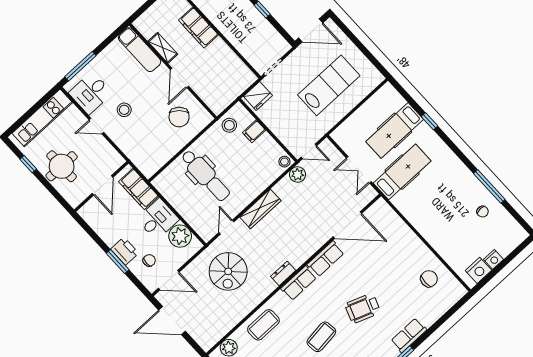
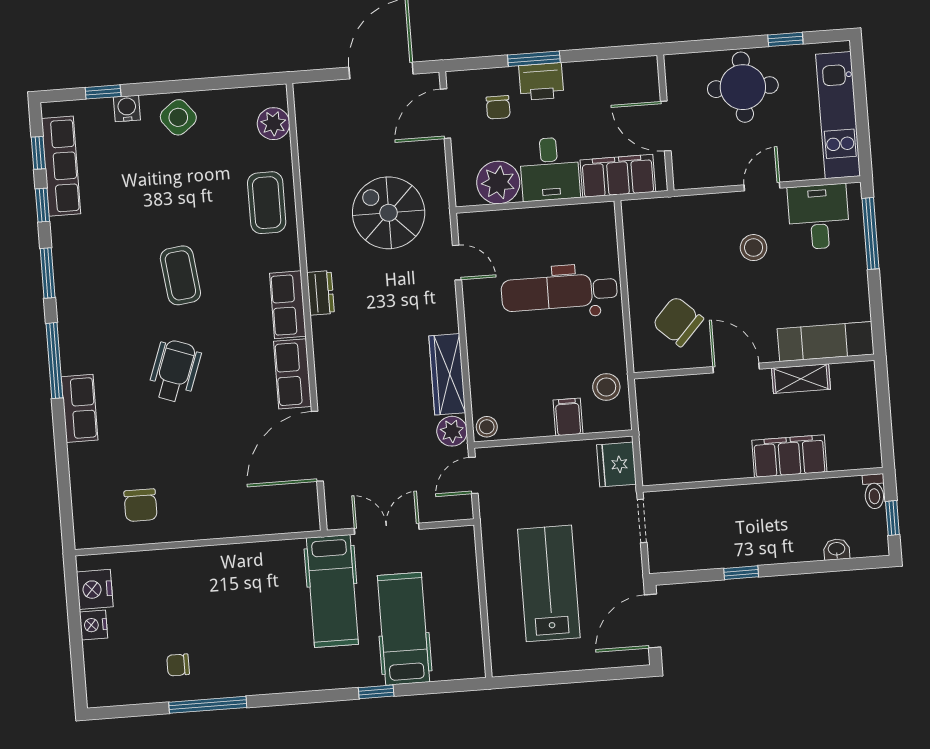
lab bench: (329, 85) -> (549, 583), turned 180
wardrobe: (260, 209) -> (447, 374), moved

